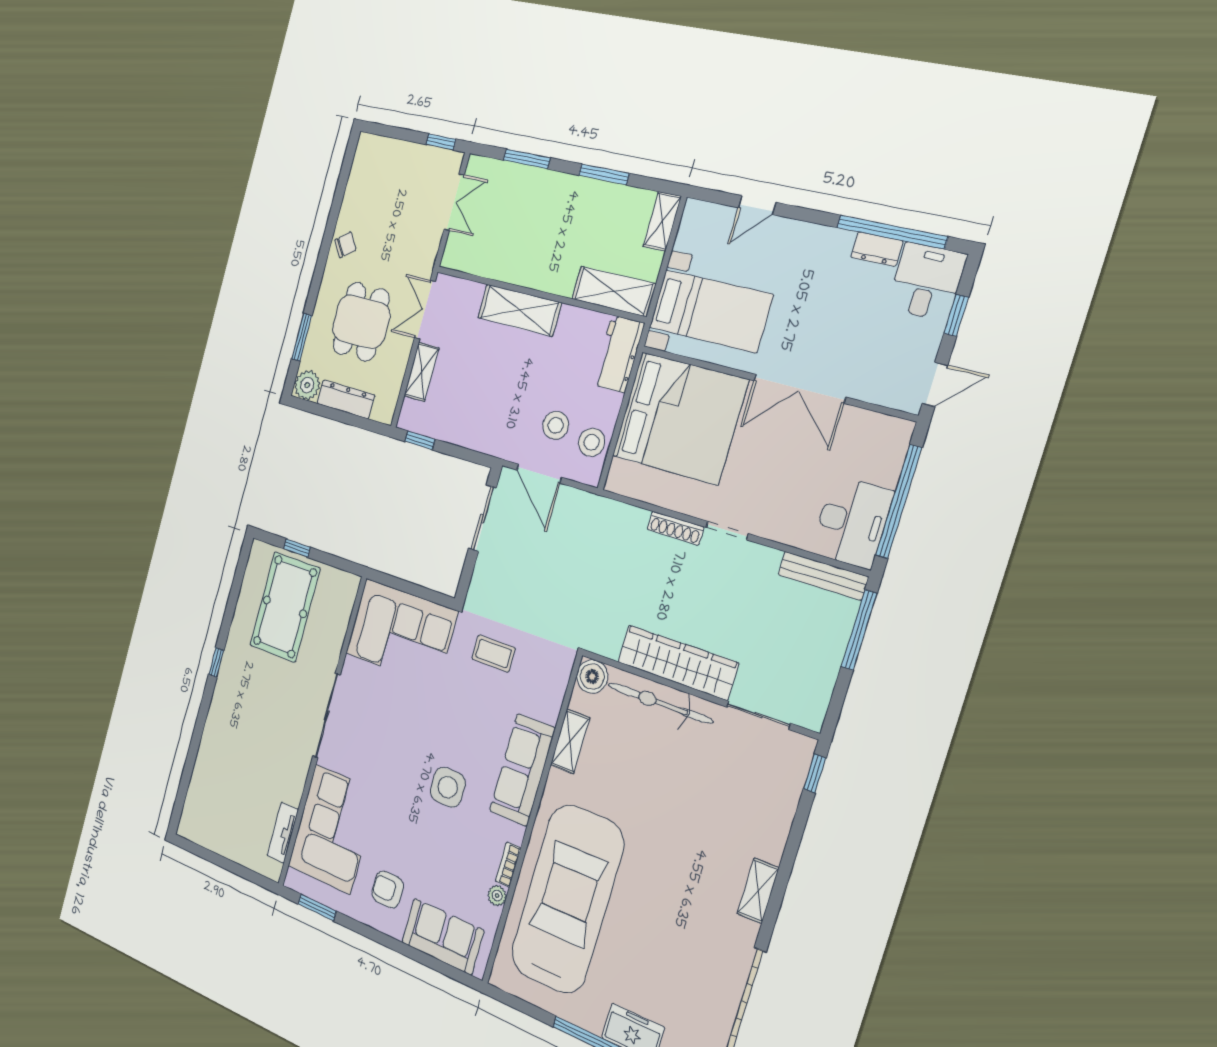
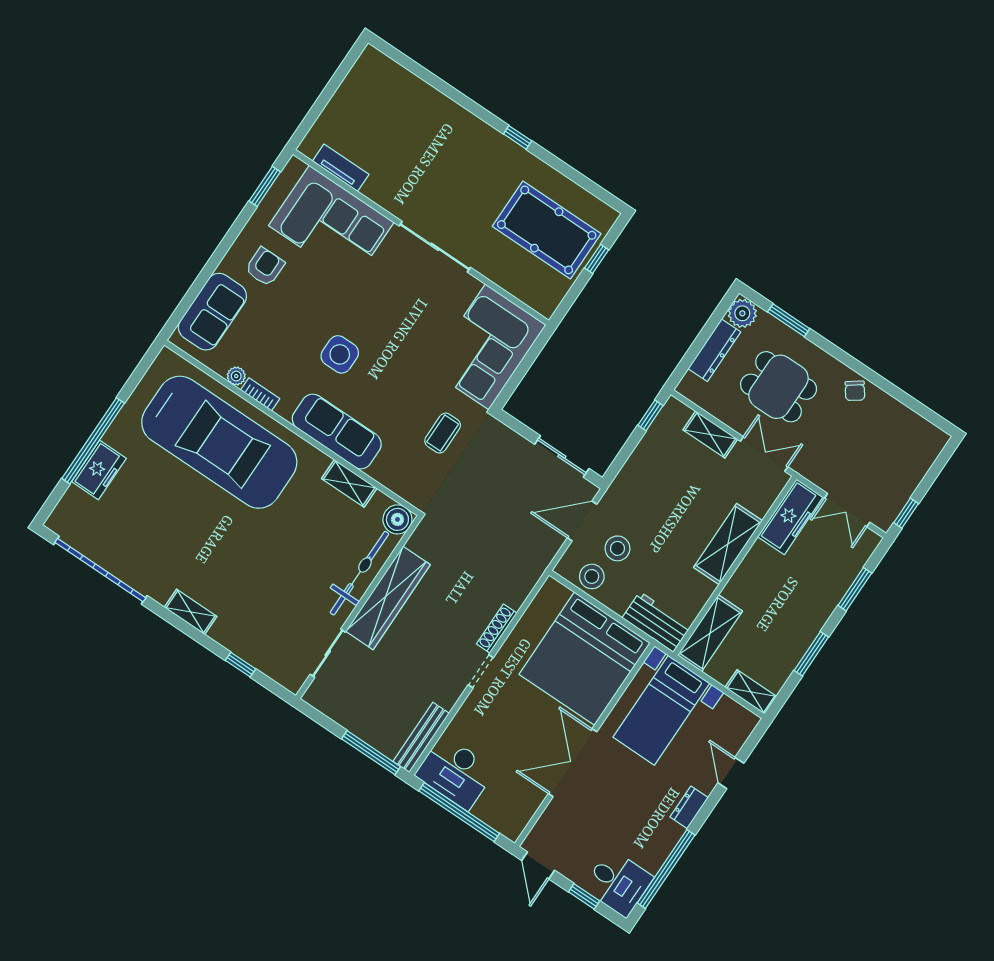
dresser: (877, 249) -> (689, 807), moved
freezer: (476, 257) -> (790, 517), added
window: (815, 773) -> (240, 665), moved

